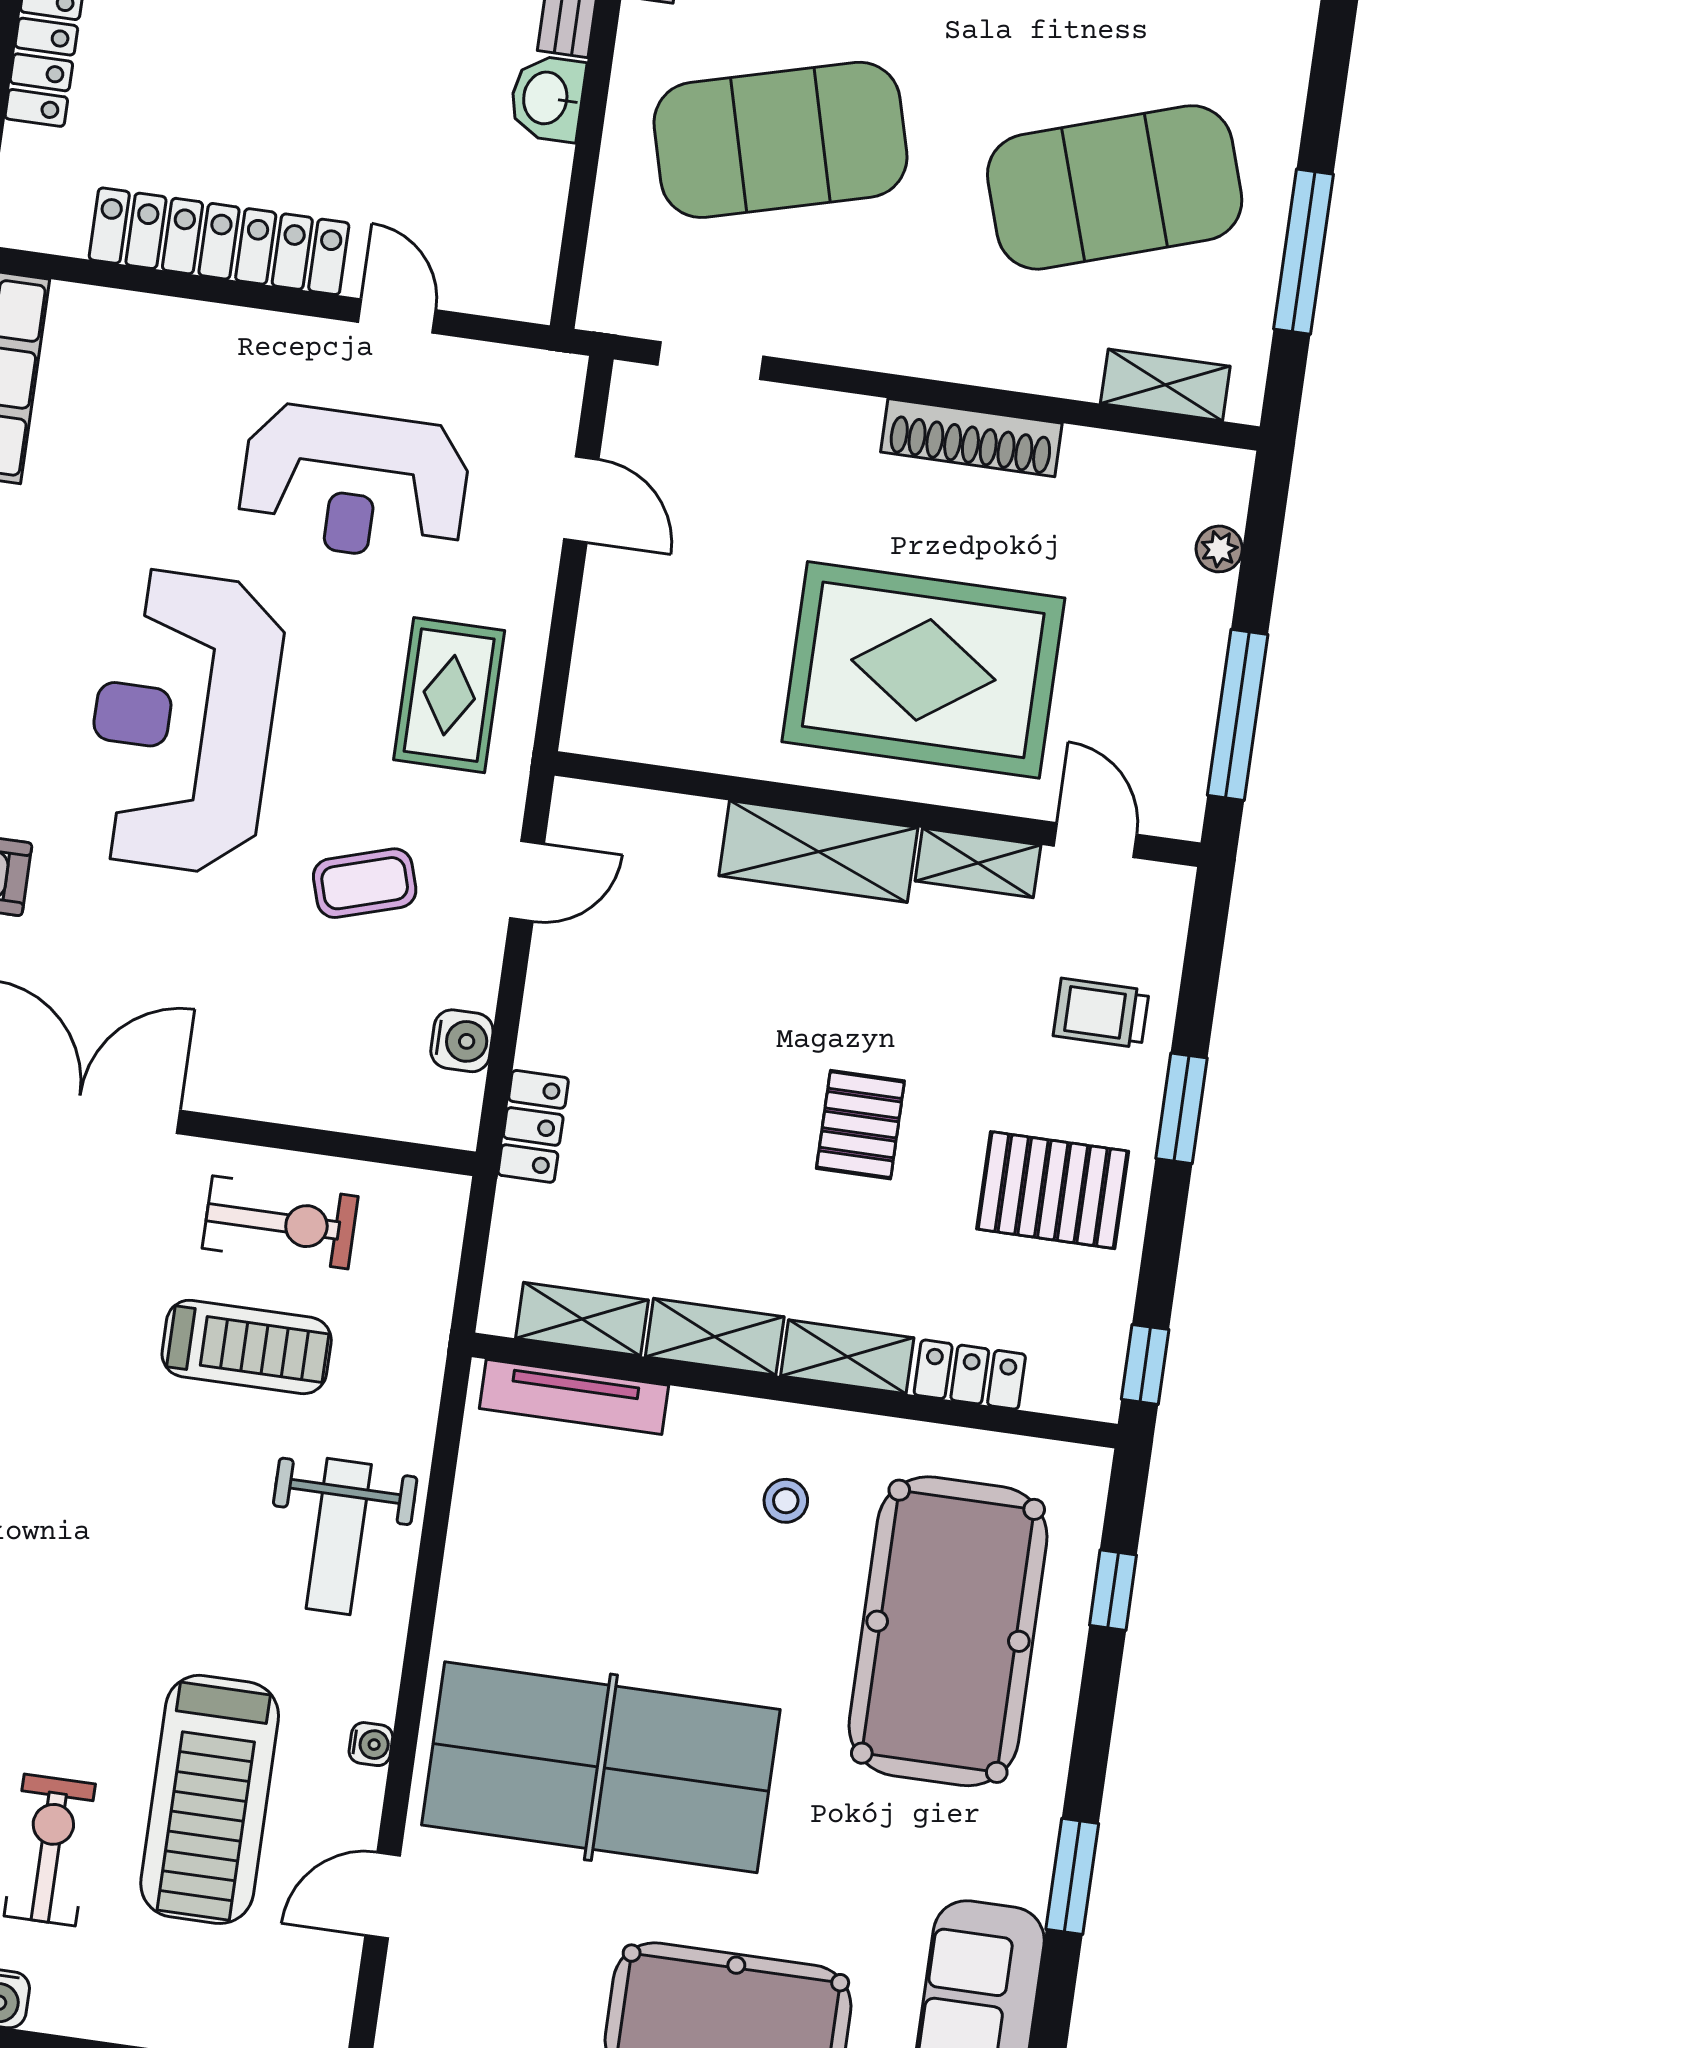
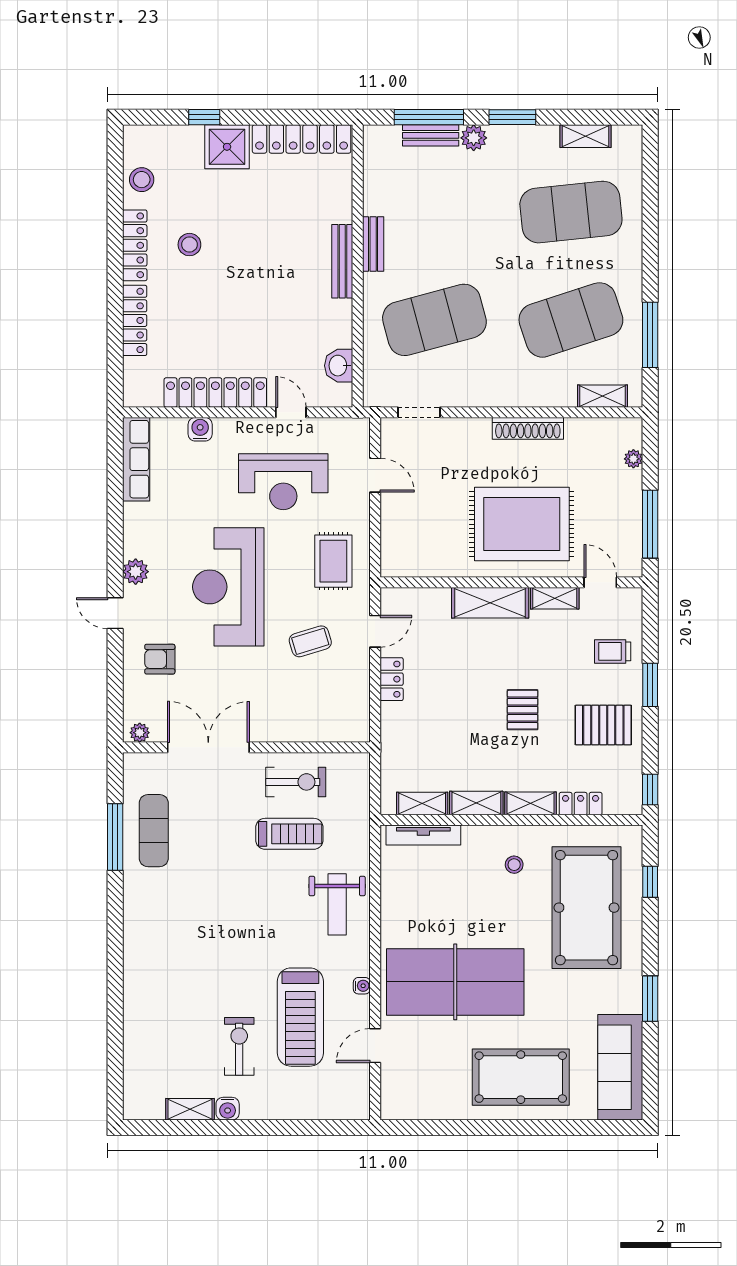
washbasin: (547, 98) -> (339, 366), moved
water cooler: (462, 1041) -> (200, 429), moved, turned -90
locker: (533, 1126) -> (392, 679), moved

